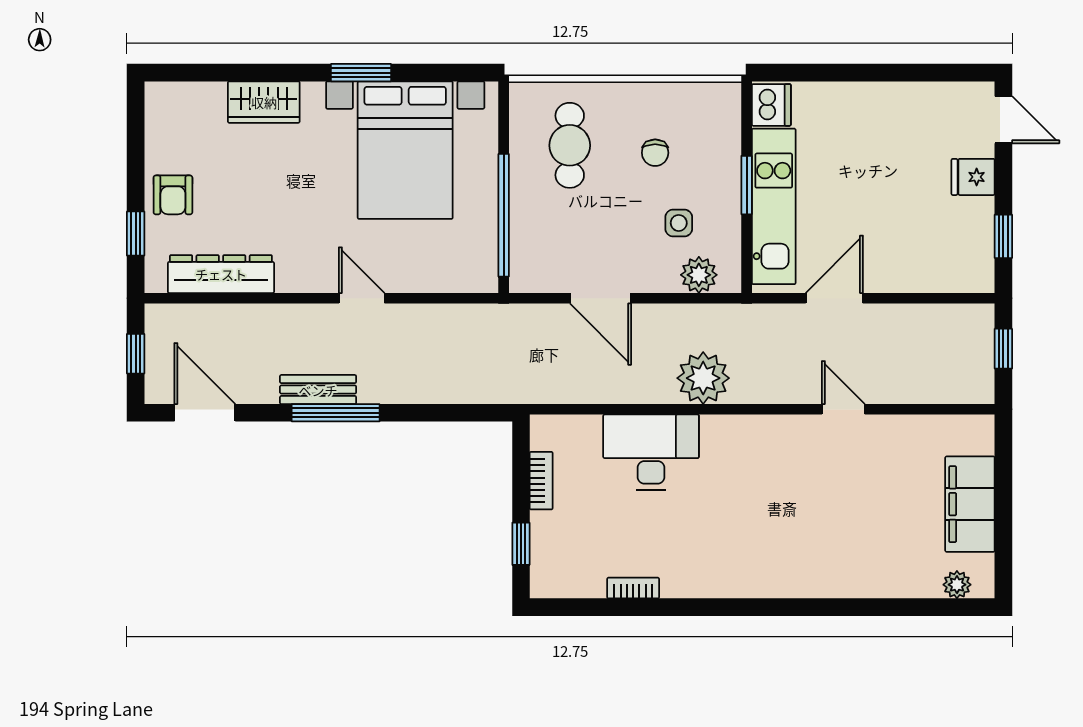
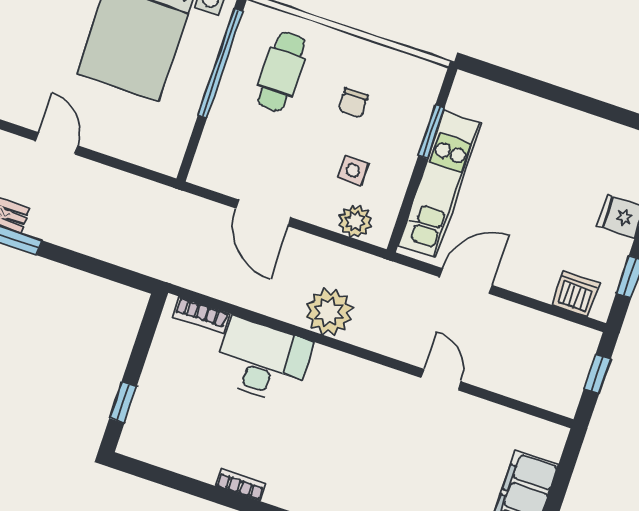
dishwasher: (771, 105) -> (576, 294), moved, turned -90
window: (747, 185) -> (431, 132), moved
window: (504, 215) -> (220, 63), moved
bookcase: (541, 481) -> (201, 315), moved, turned 90
bookcase: (633, 588) -> (241, 485), moved

